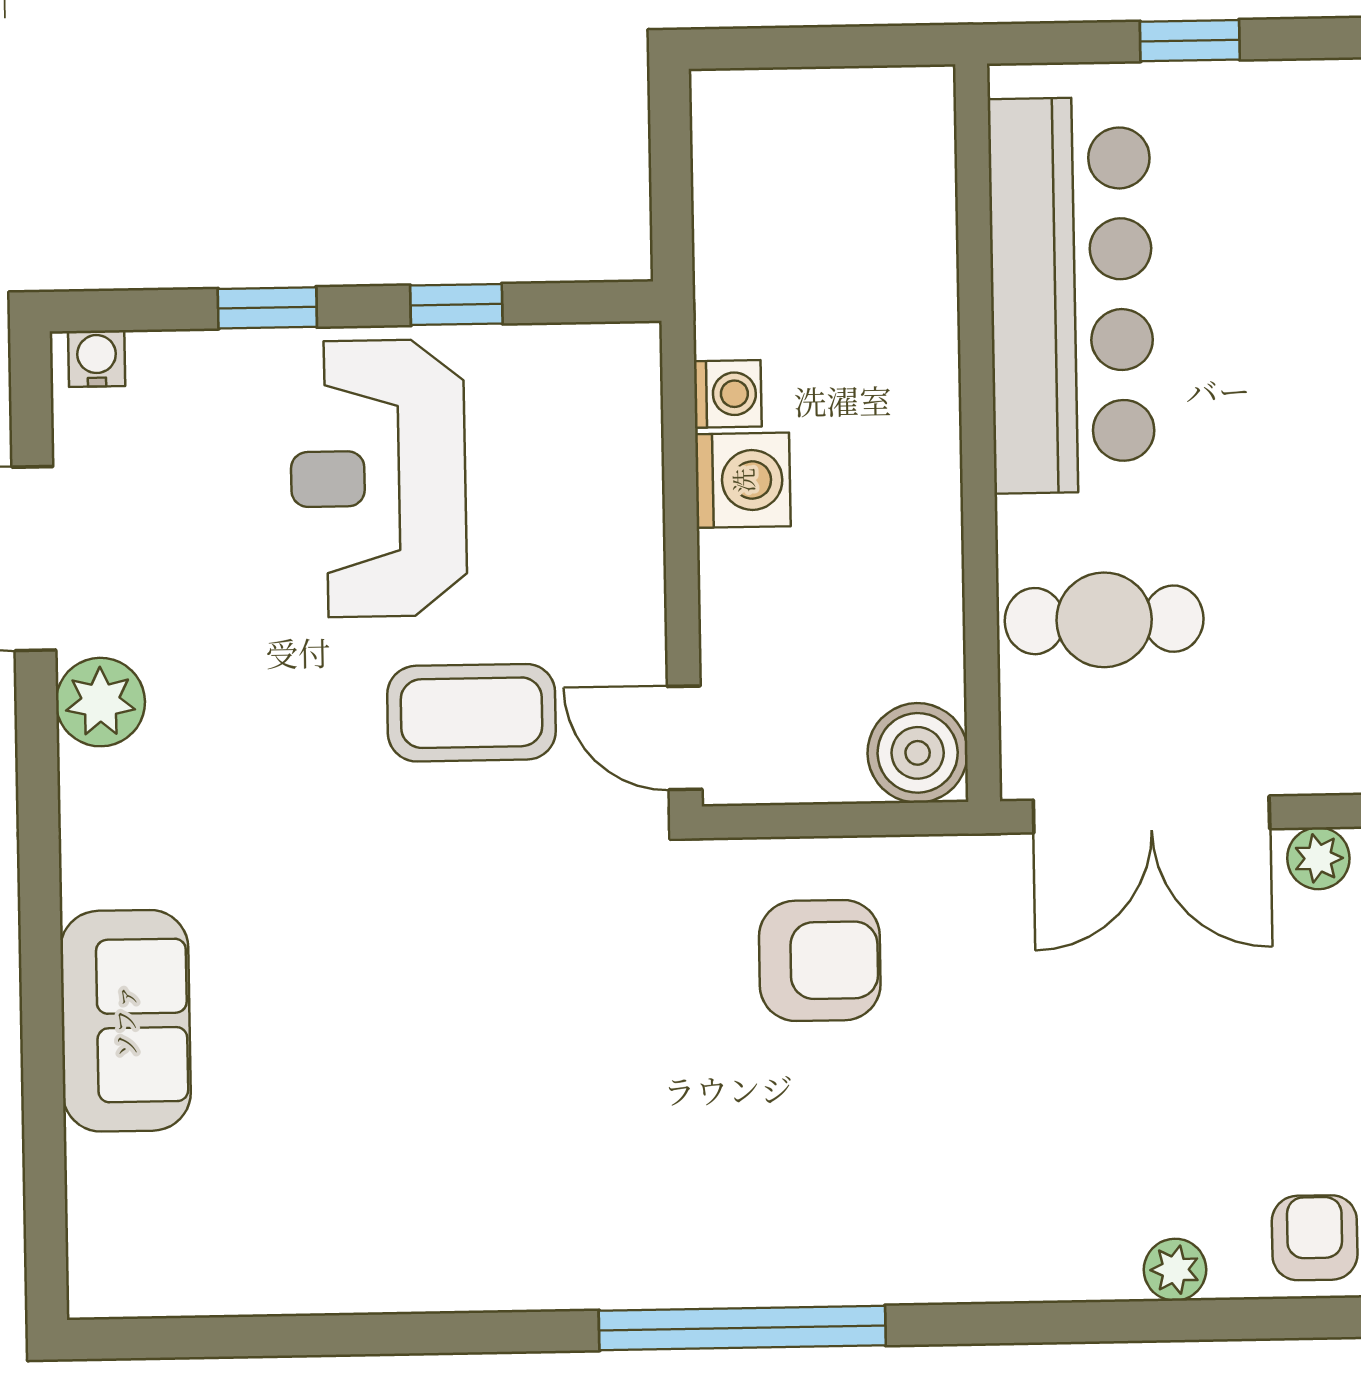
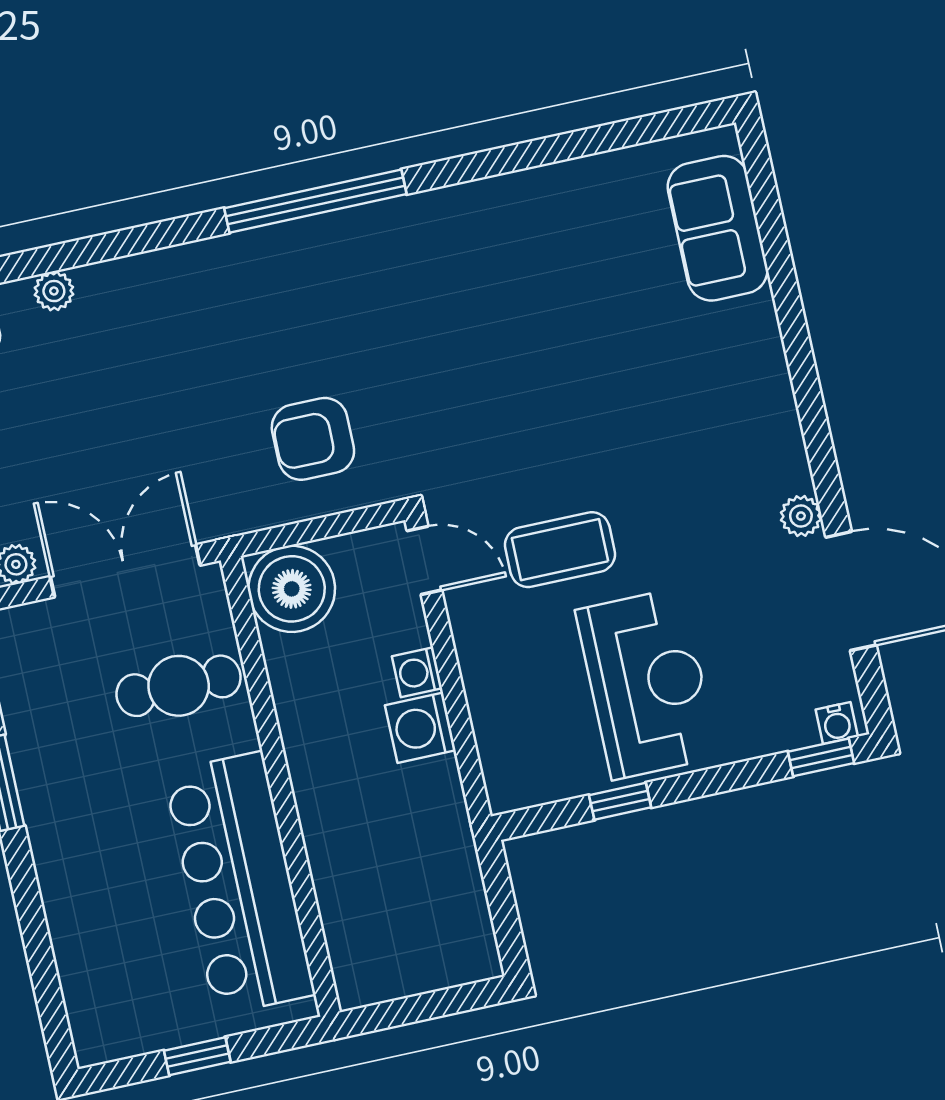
window: (267, 308) -> (821, 757), moved
washing machine: (728, 394) -> (417, 672), moved
plant: (100, 702) -> (801, 516), width x0.73, depth x0.73
boiler: (918, 753) -> (292, 589), width x1.37, depth x1.37
sofa: (125, 1021) -> (718, 228), moved

